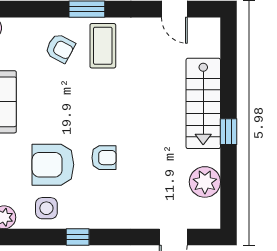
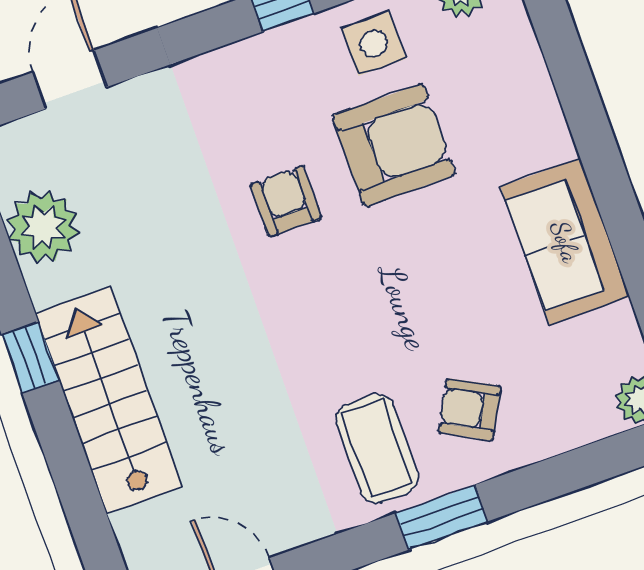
armchair: (104, 158) -> (286, 201), turned 90

